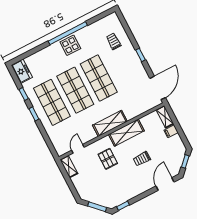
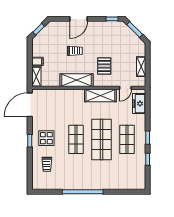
display table: (70, 45) -> (46, 138), moved
freezer: (22, 71) -> (139, 104), moved
shop shelf: (99, 78) -> (76, 139), width x0.70, depth x0.74
shop shelf: (52, 102) -> (127, 139), width x0.70, depth x0.74
shelving: (110, 123) -> (100, 96), moved
shelving: (69, 167) -> (141, 67), moved
door: (165, 184) -> (79, 19), moved

